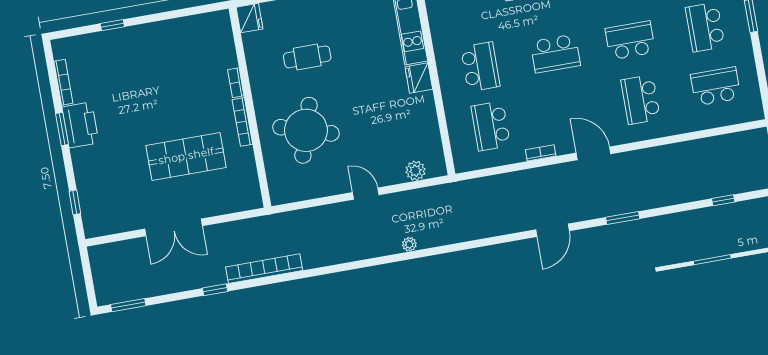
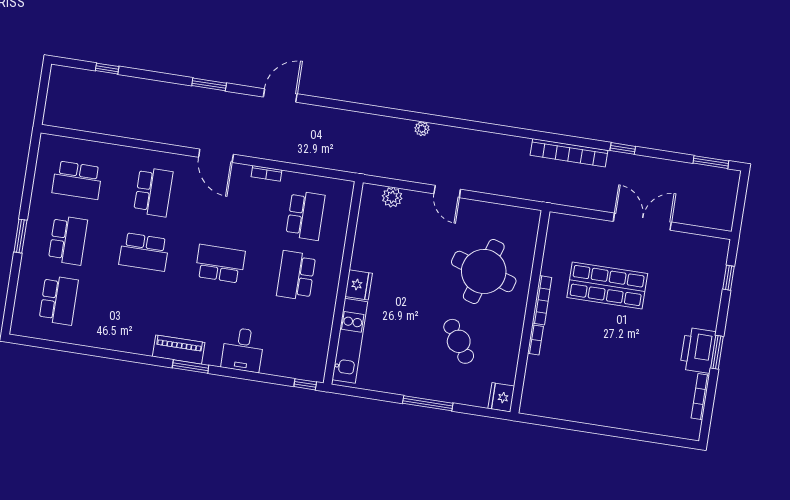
window: (112, 25) -> (635, 435), removed
cafe table: (307, 57) -> (459, 341), turned 56

